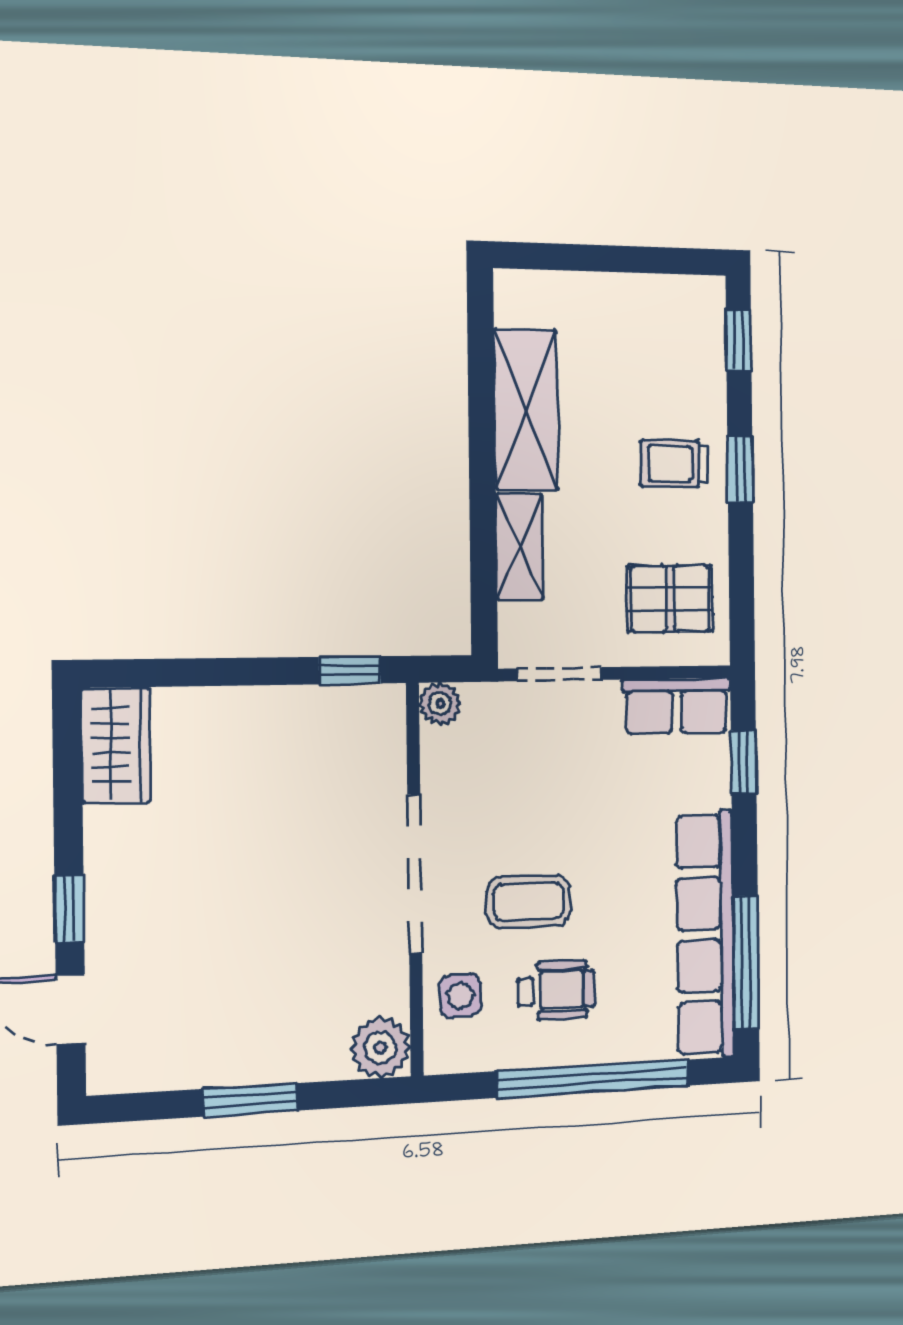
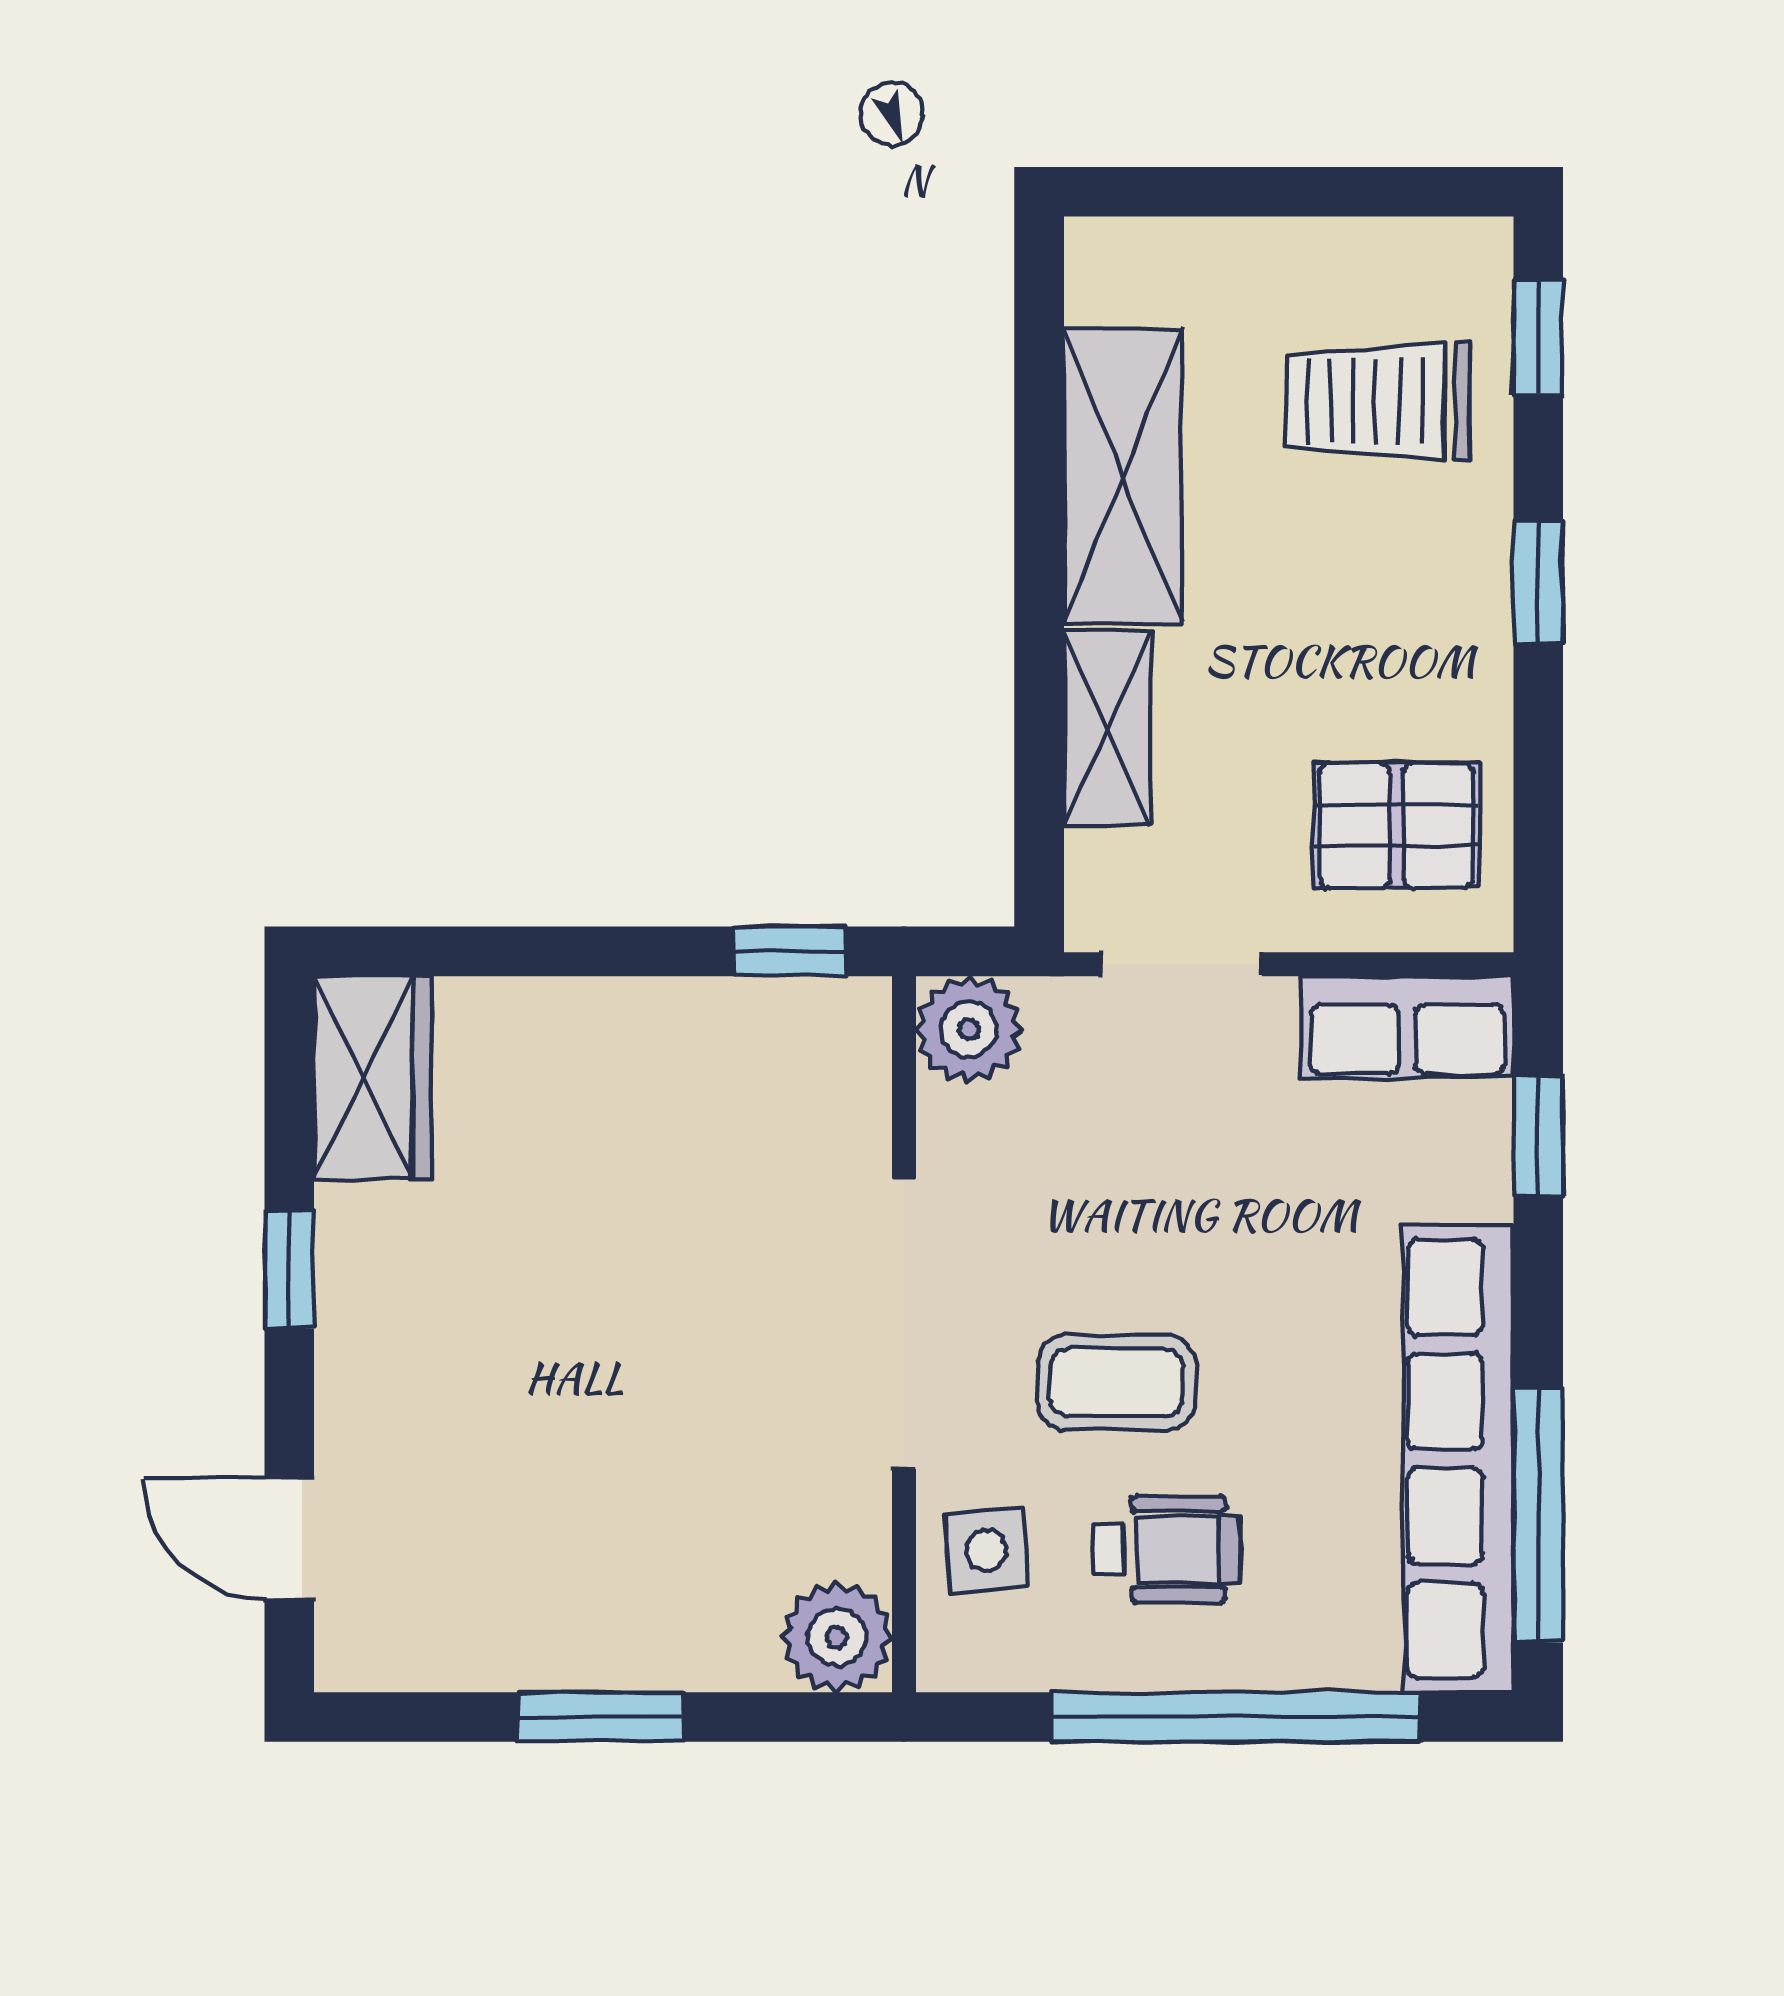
trolley: (674, 464) -> (1378, 401), moved, width x1.36, depth x1.39
plant: (440, 704) -> (969, 1029), width x1.38, depth x1.38
window: (69, 909) -> (289, 1270), moved

